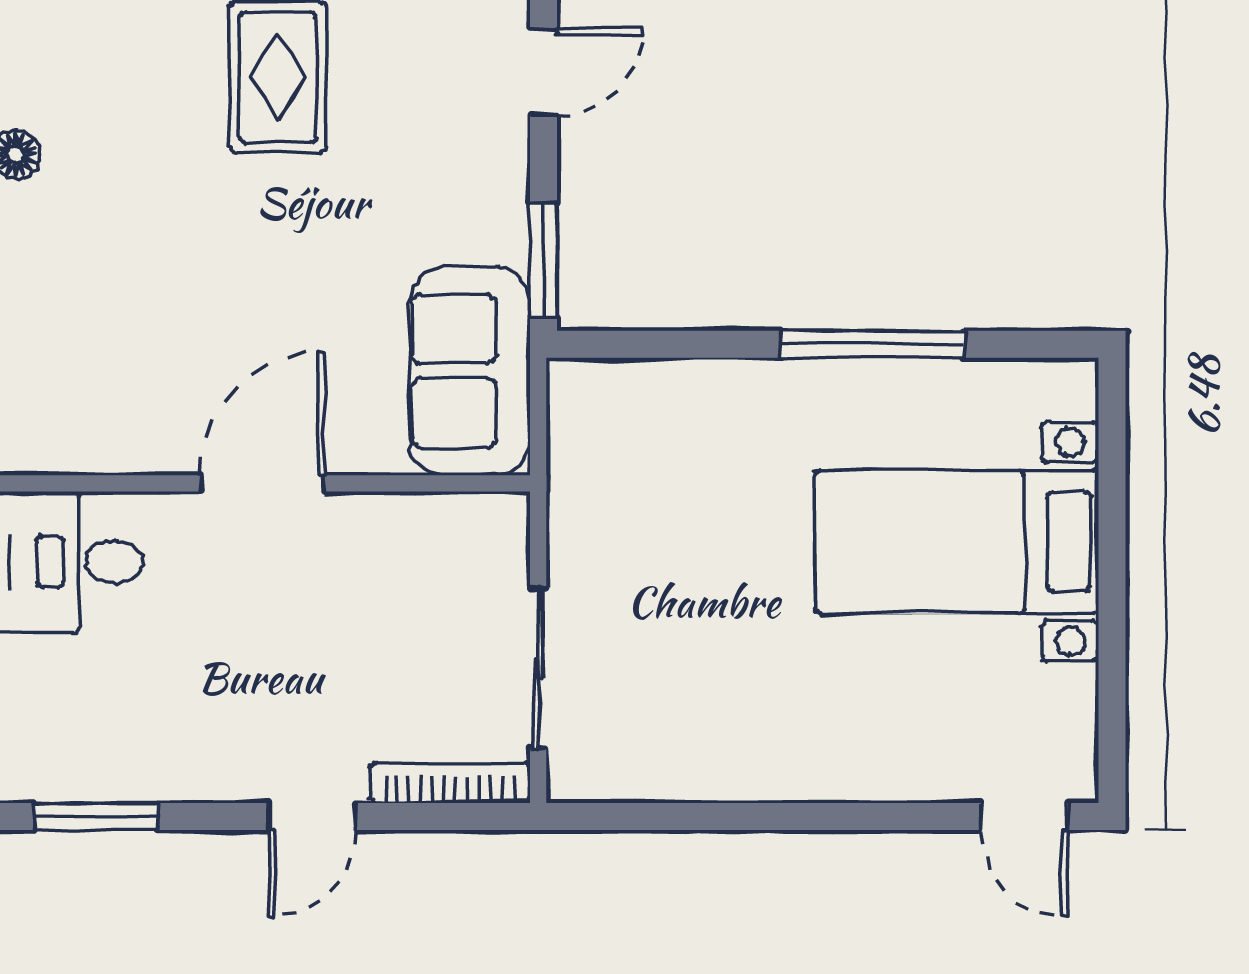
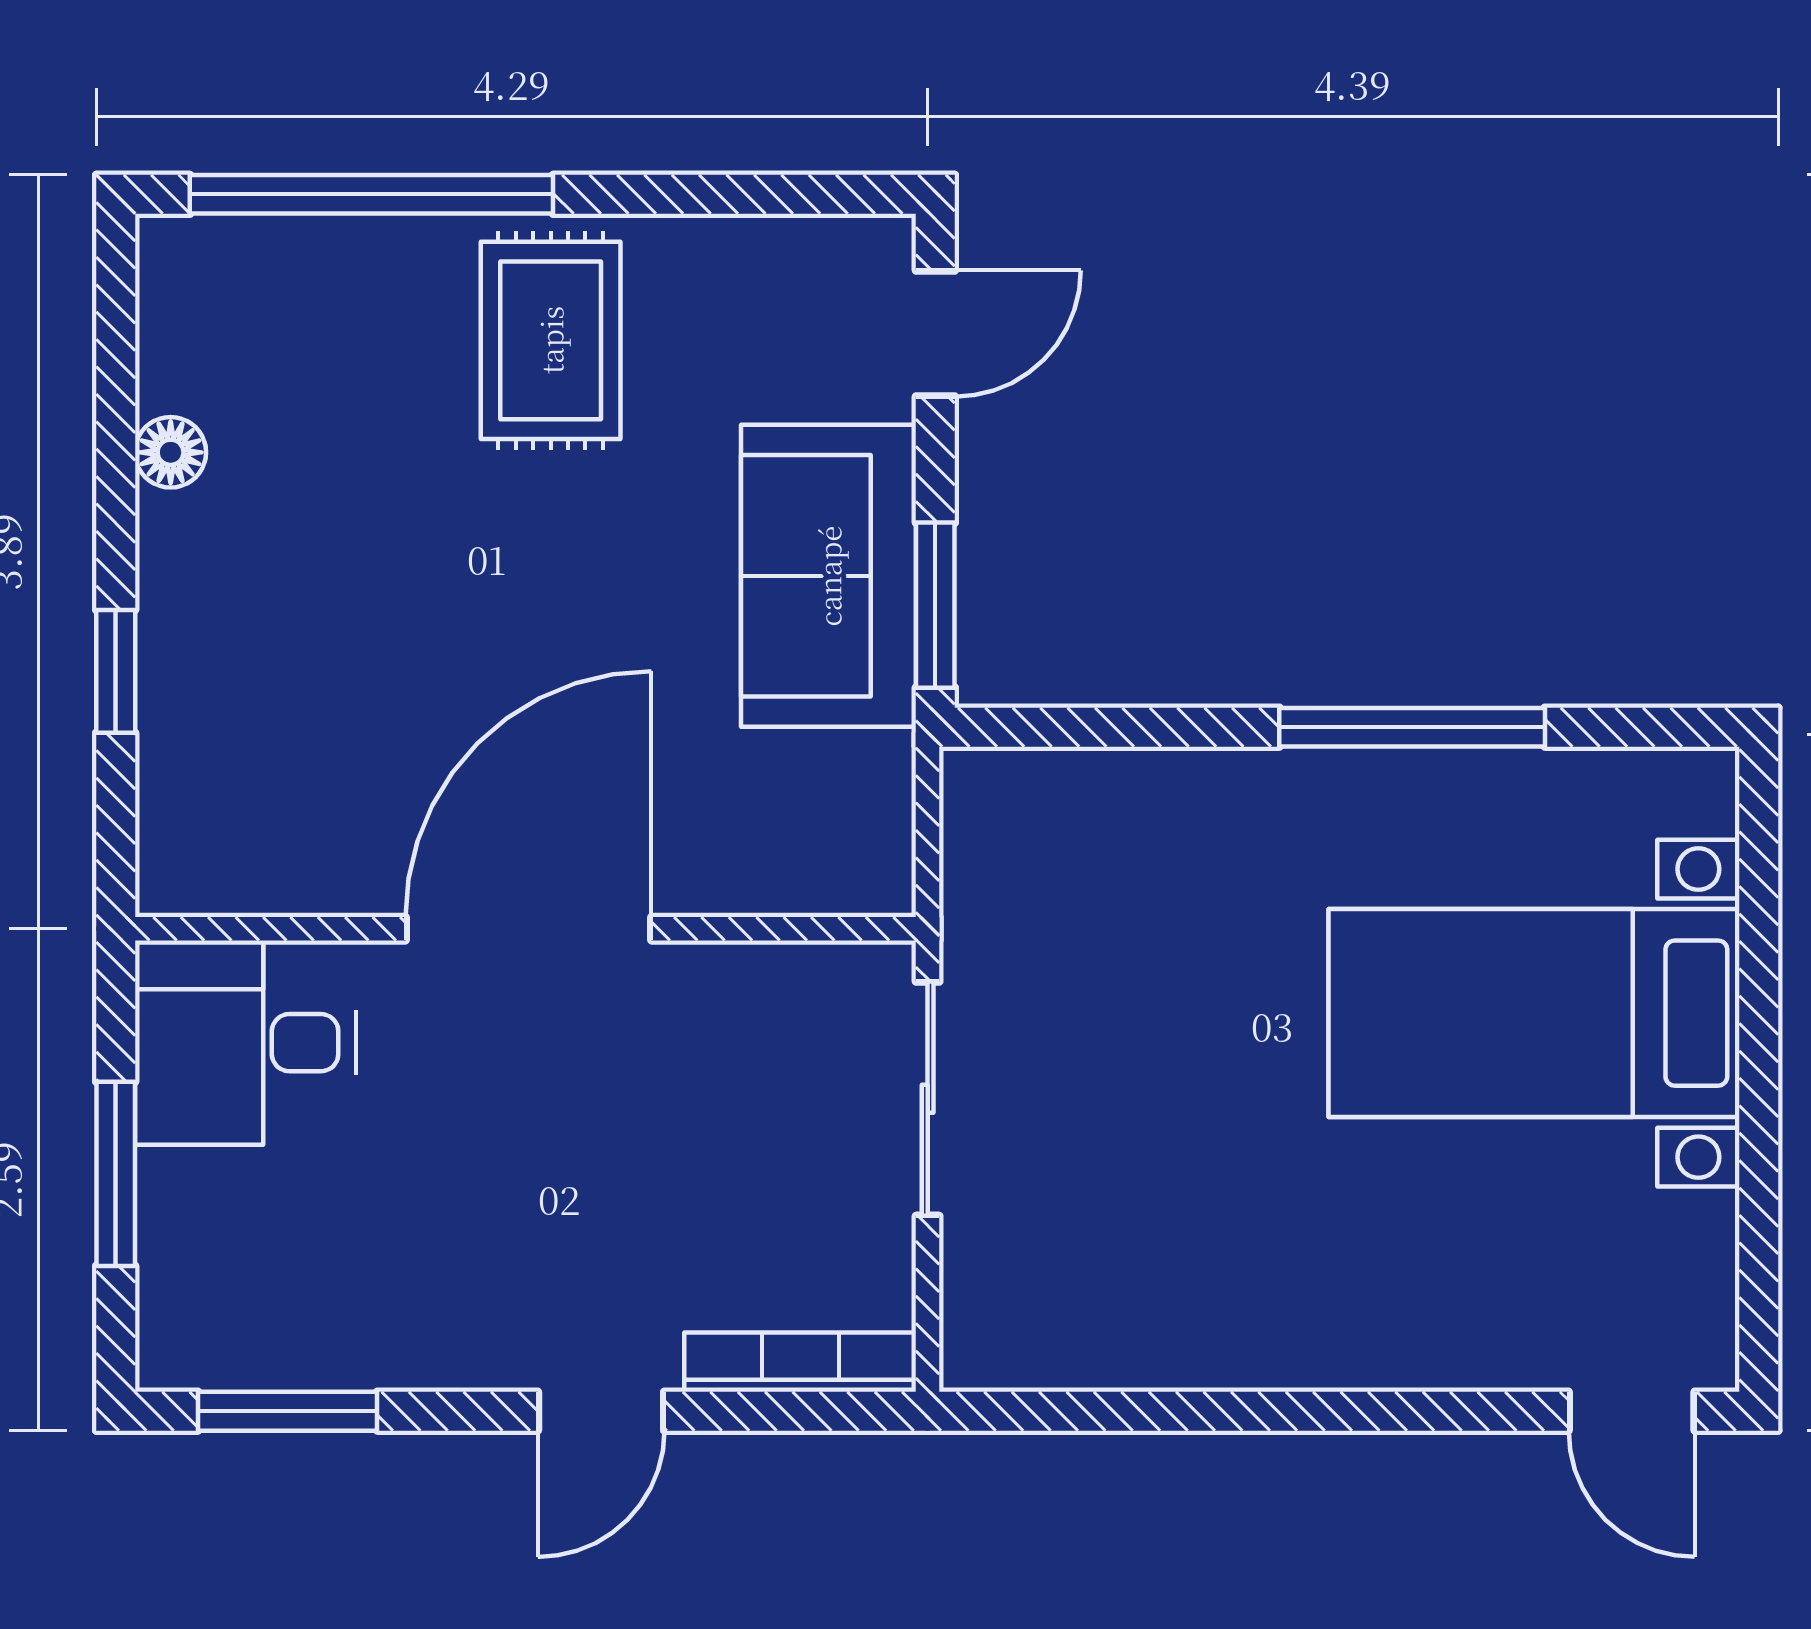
sofa: (470, 371) -> (829, 576), moved
door: (262, 483) -> (528, 929), width x1.36
sliding door: (538, 668) -> (928, 1099), moved

